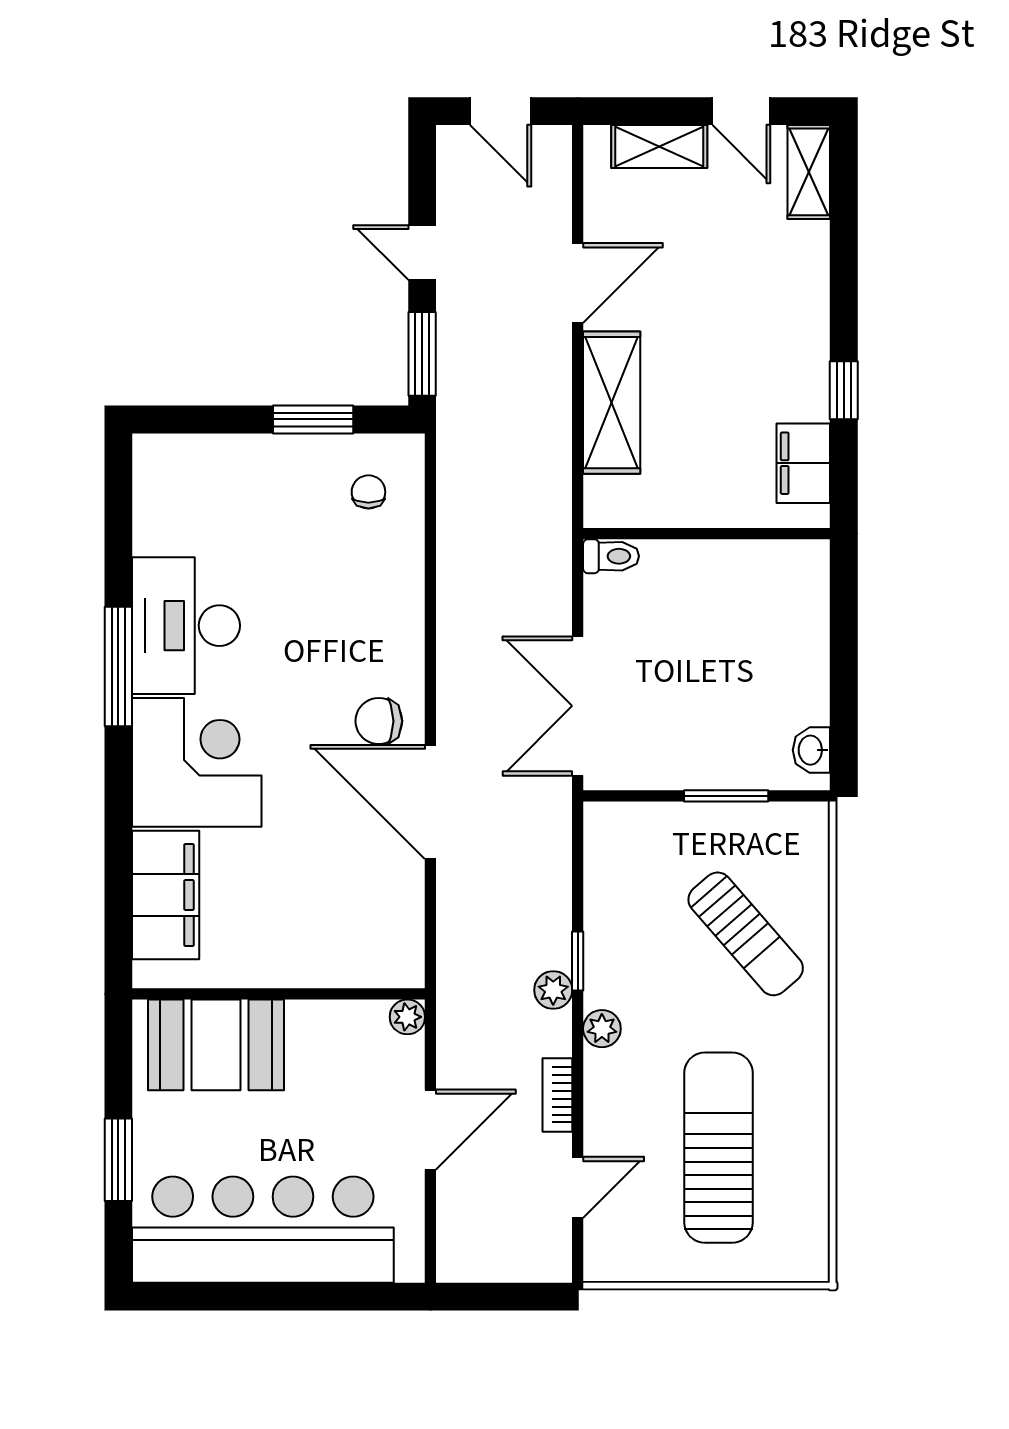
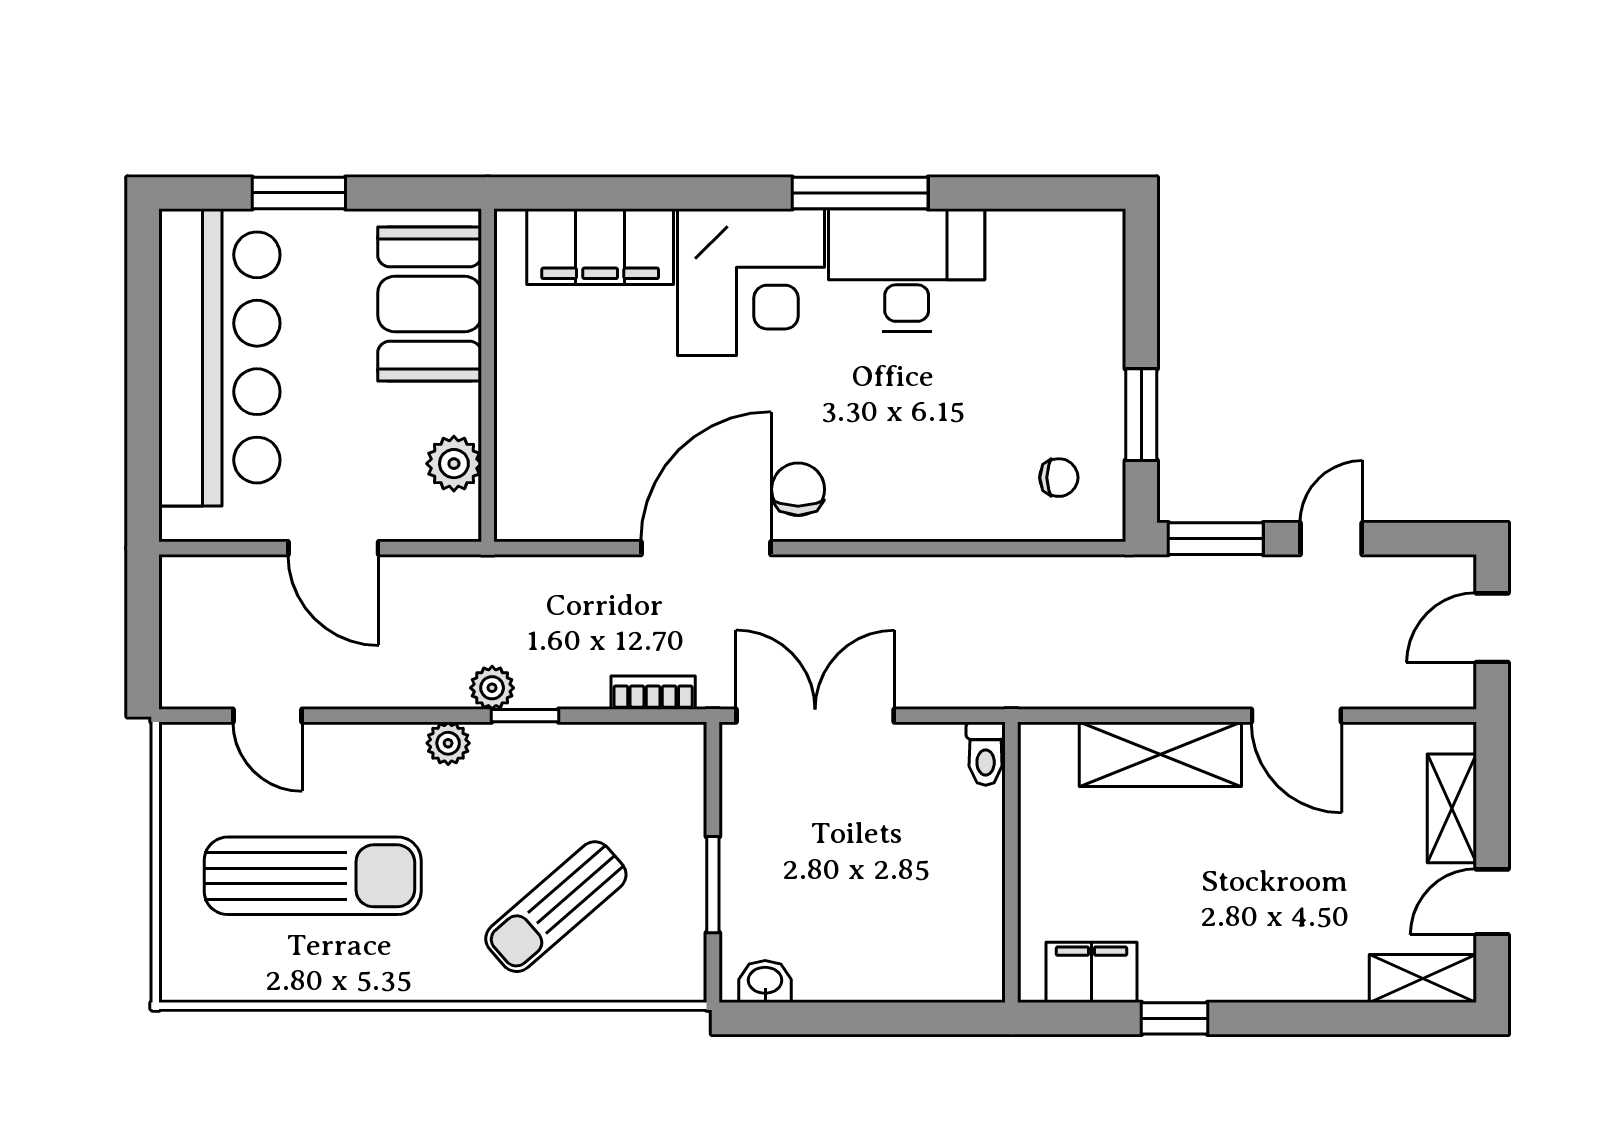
plant: (407, 1017) -> (454, 464), moved, width x1.38, depth x1.38
bookcase: (557, 1095) -> (653, 693), moved

